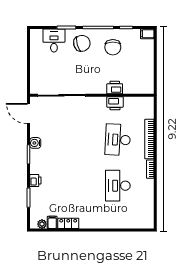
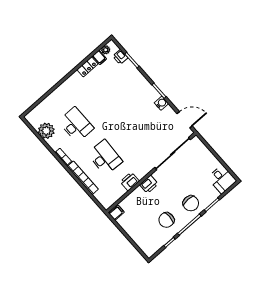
filing cabinet: (147, 34) -> (116, 213), moved
desk: (54, 40) -> (222, 179), moved
chair: (82, 43) -> (191, 203), turned -74
chair: (113, 47) -> (166, 220), turned -90
printer: (115, 88) -> (149, 184), moved
printer: (35, 180) -> (120, 57), moved
plant: (145, 202) -> (46, 131), added

